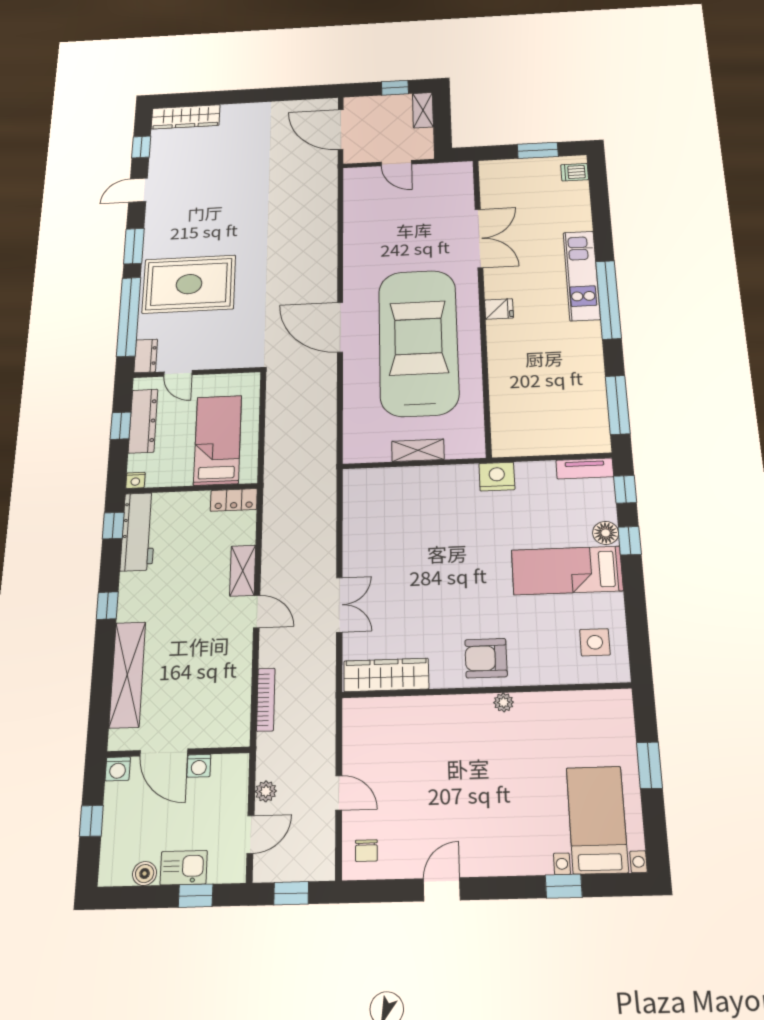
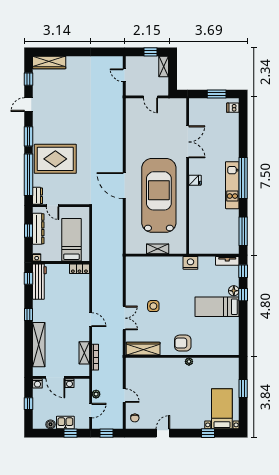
door: (341, 129) -> (124, 75), width x0.53
kitchen unit: (582, 276) -> (232, 185), moved
shelving: (243, 571) -> (84, 353), moved
side table: (595, 642) -> (153, 306), moved

